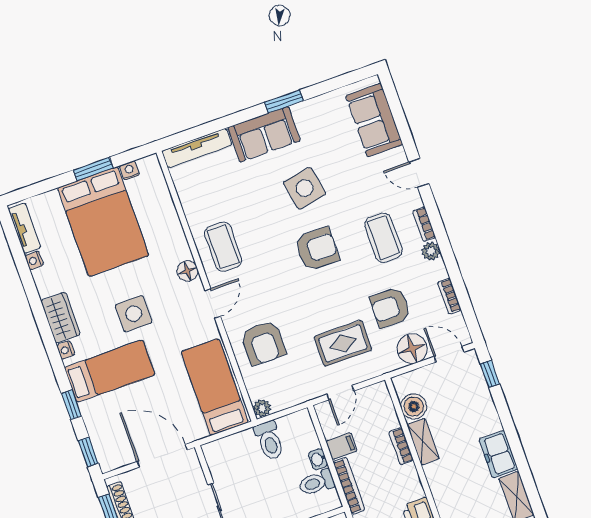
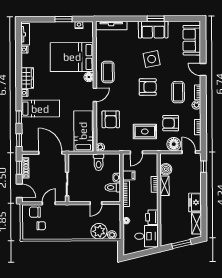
sofa: (264, 134) -> (153, 30), moved
bed: (103, 222) -> (72, 57), moved, turned 90
side table: (134, 314) -> (59, 87), removed

